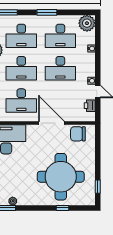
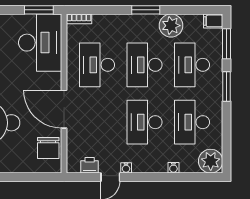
window: (47, 12) -> (227, 87), moved
door: (51, 123) -> (64, 109), swing flipped
chair: (78, 134) -> (48, 148), turned 180

